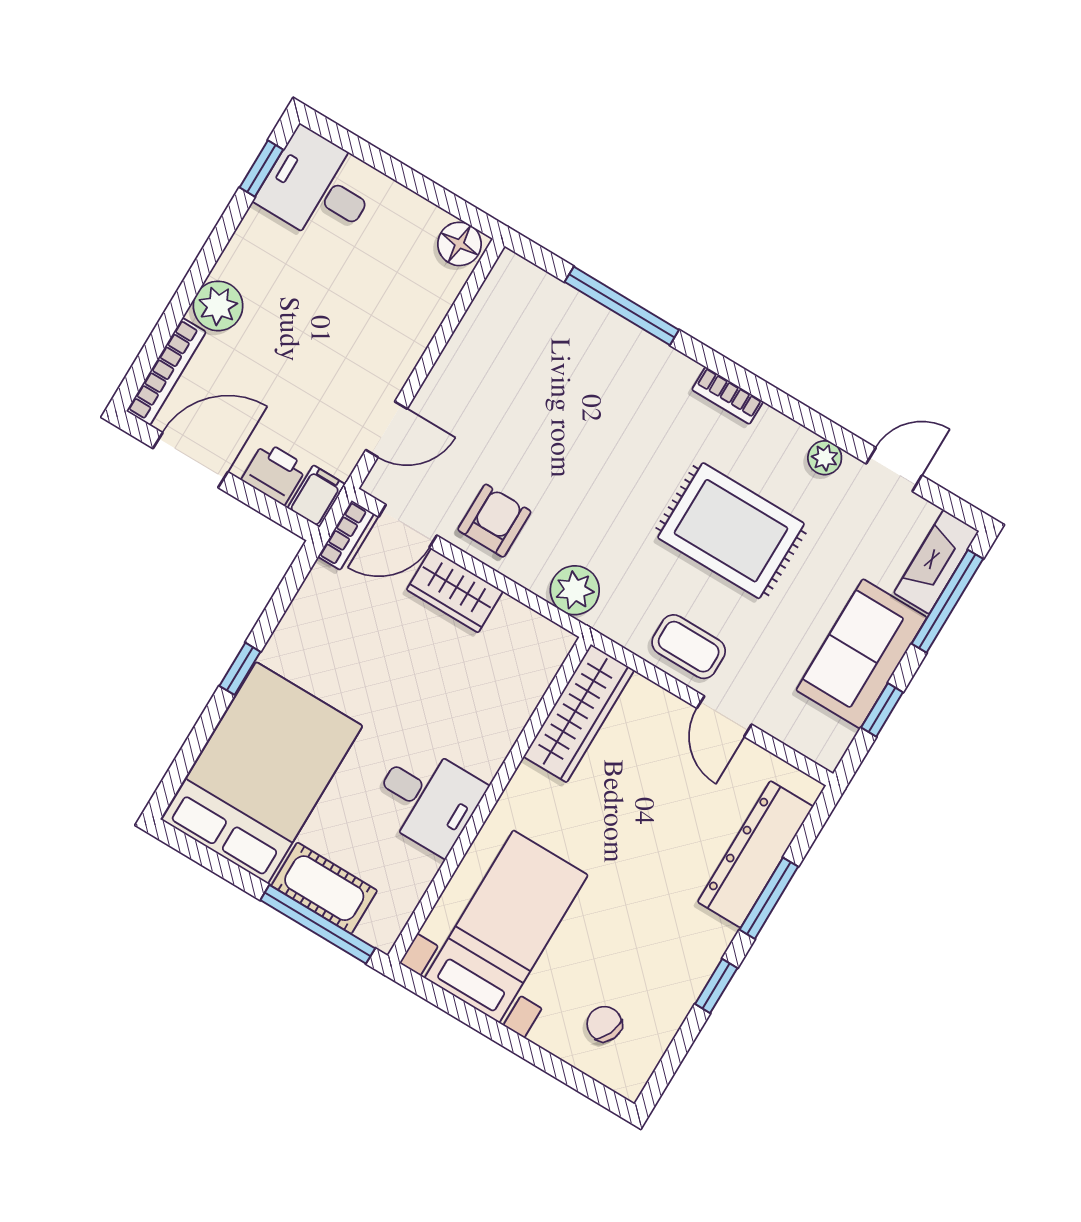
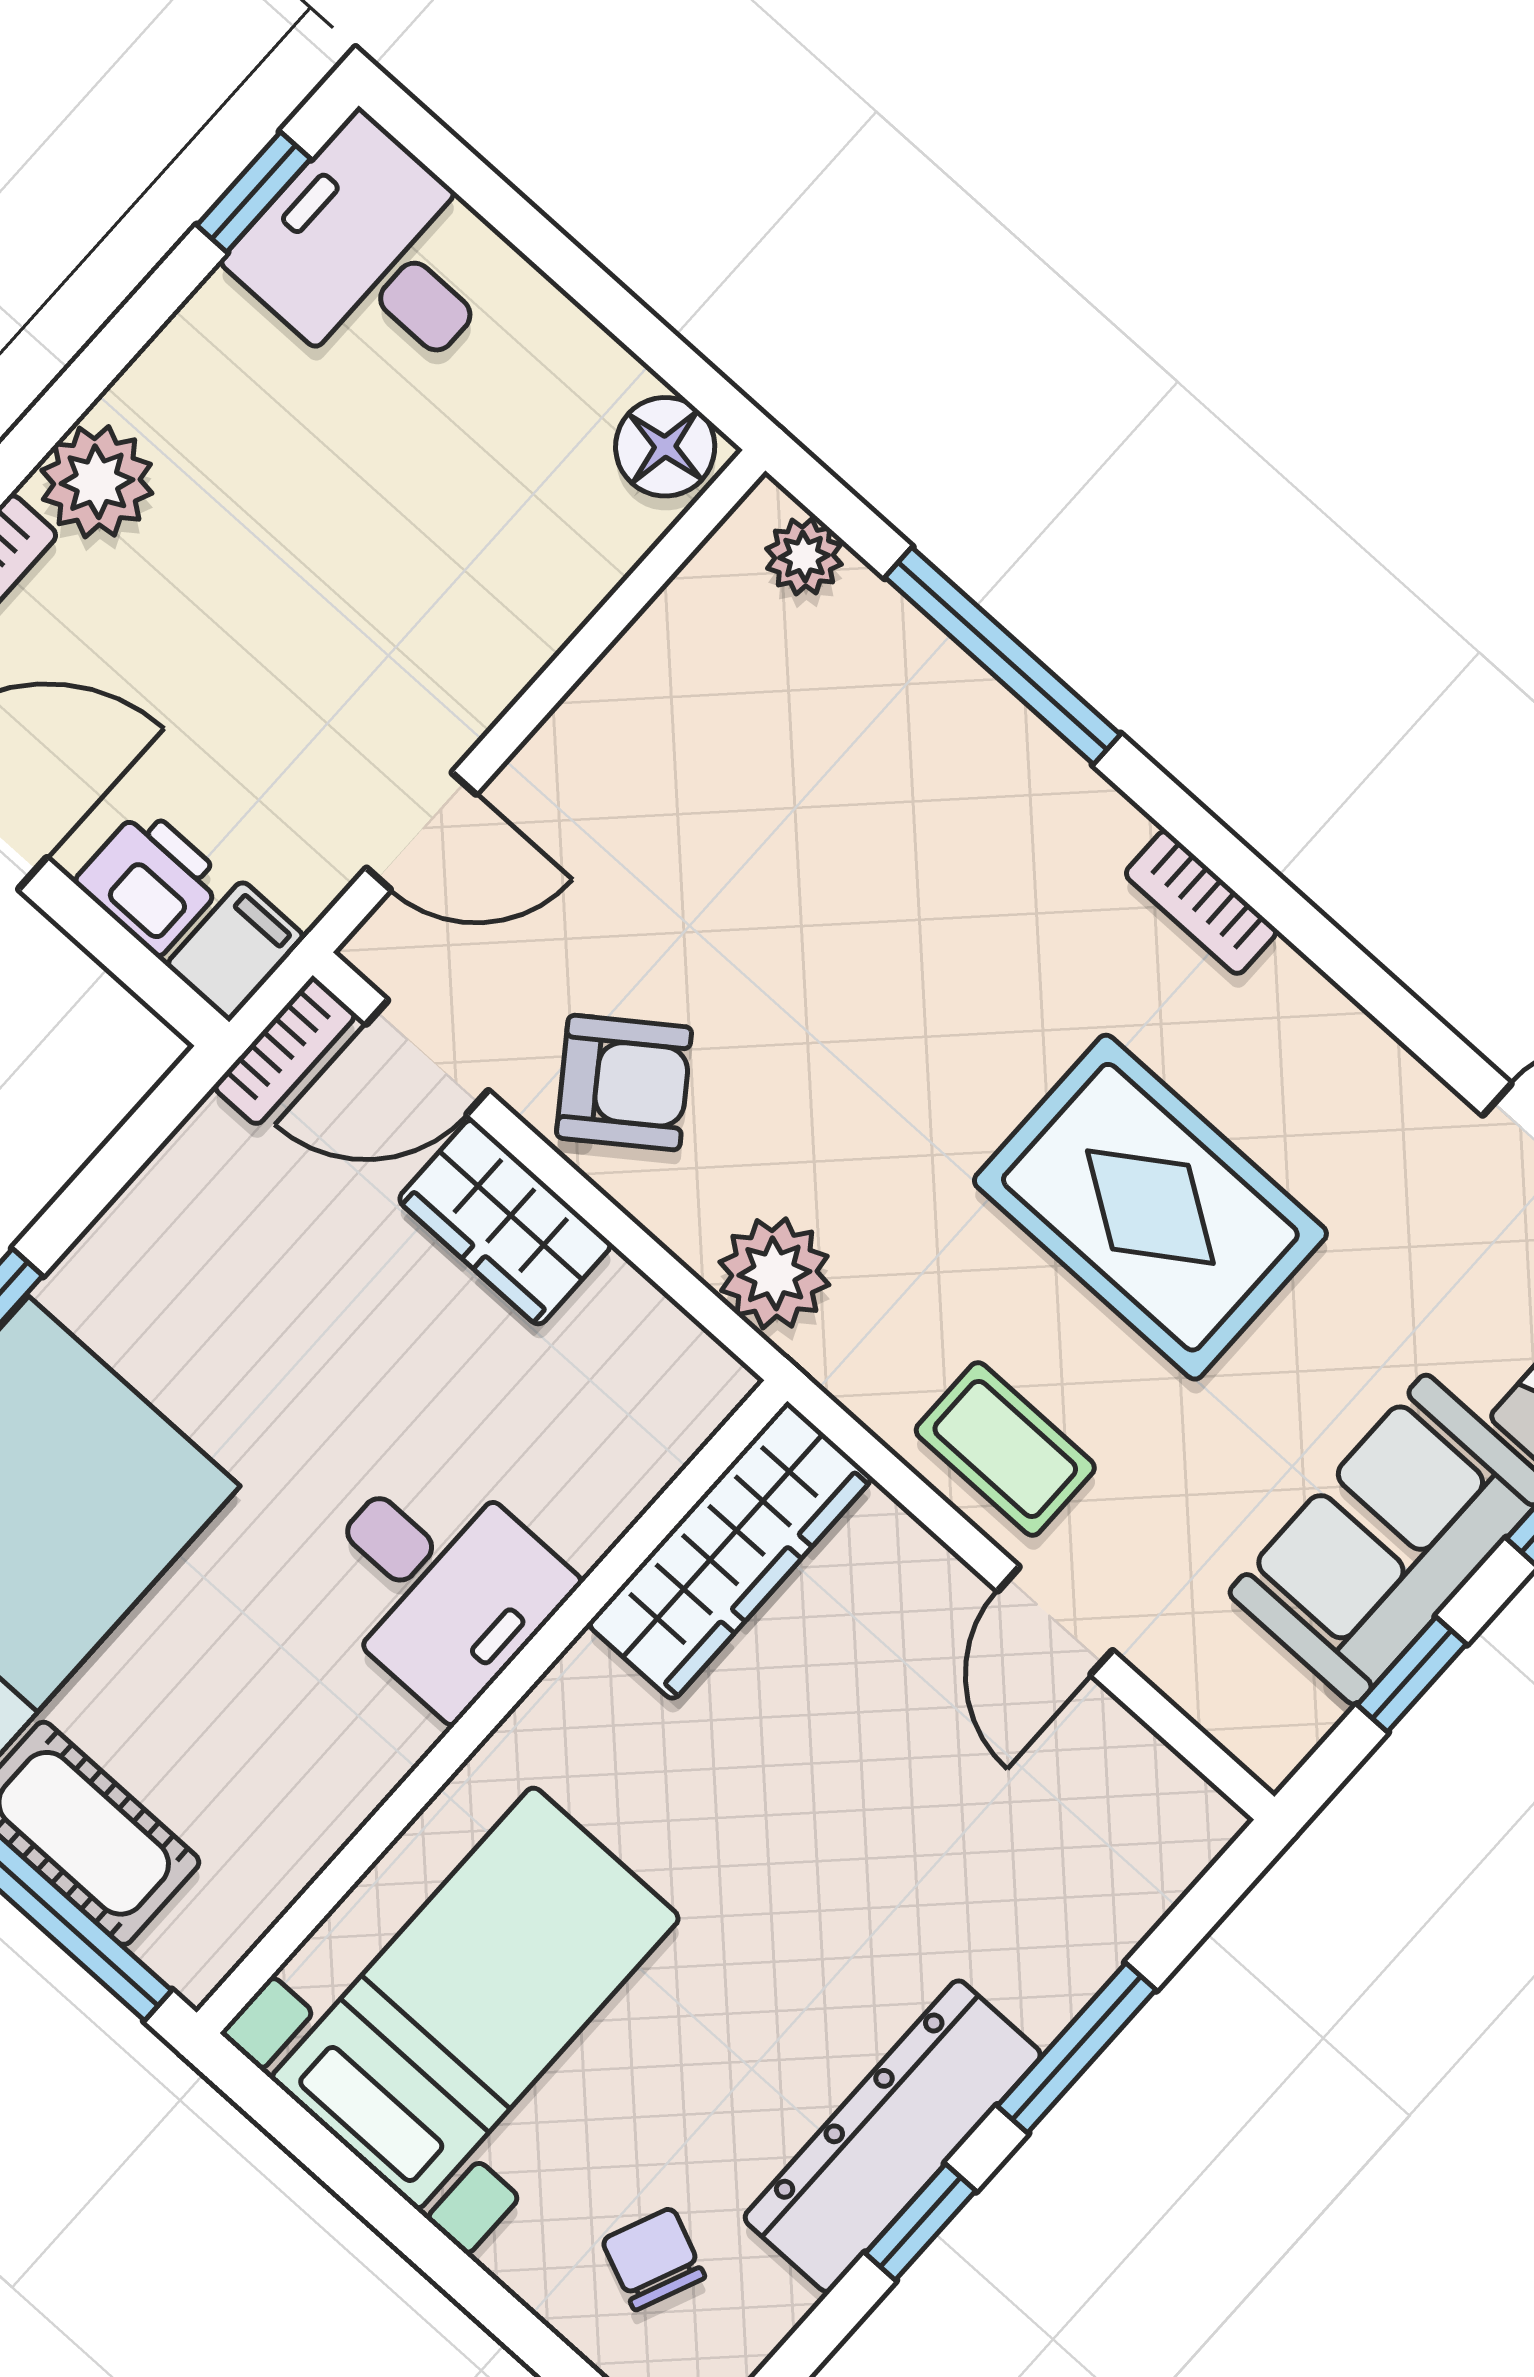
plant: (825, 458) -> (804, 556), moved
armchair: (494, 521) -> (624, 1083), turned 54
desk: (428, 799) -> (439, 1584), moved
dresser: (755, 854) -> (893, 2136), moved

